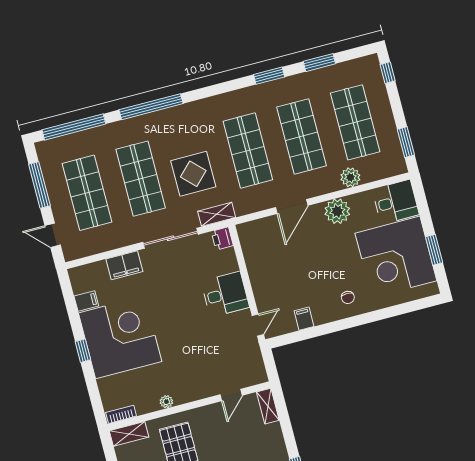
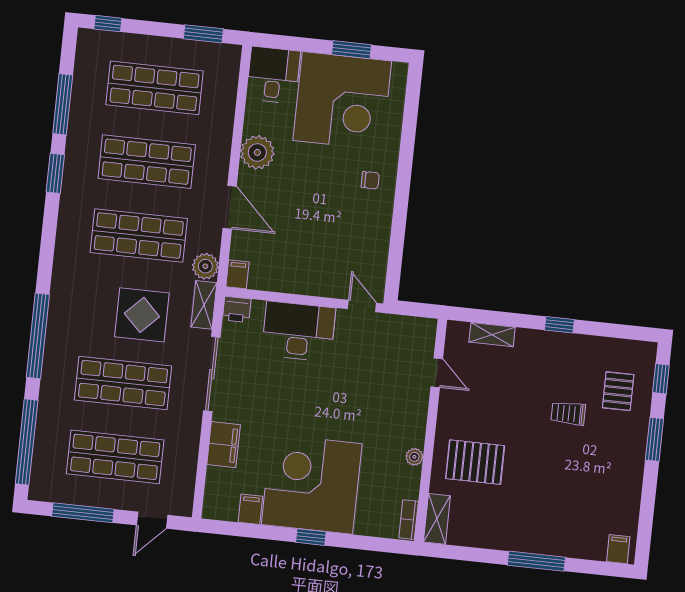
window: (319, 63) -> (63, 104), width x1.44
plant: (350, 177) -> (205, 266), moved
desk: (225, 294) -> (299, 331), width x1.37
filing cabinet: (304, 319) -> (237, 274), moved, turned 90
shelving: (268, 406) -> (492, 335), moved

